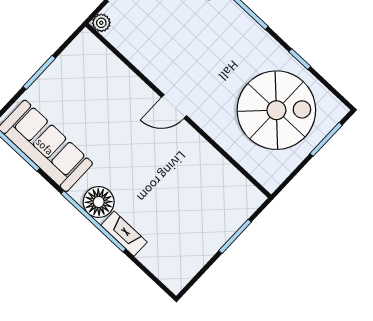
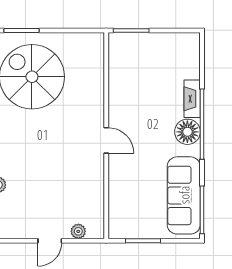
door: (174, 106) -> (106, 140), moved
wall: (178, 111) -> (106, 136), moved

